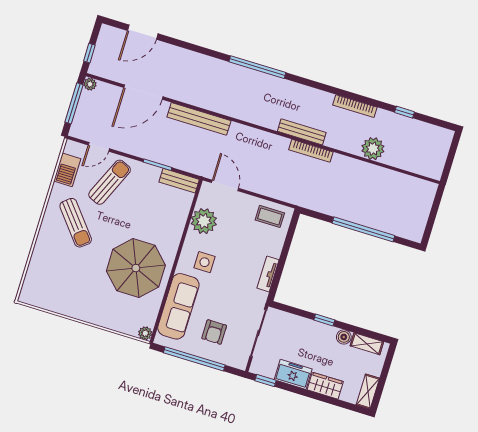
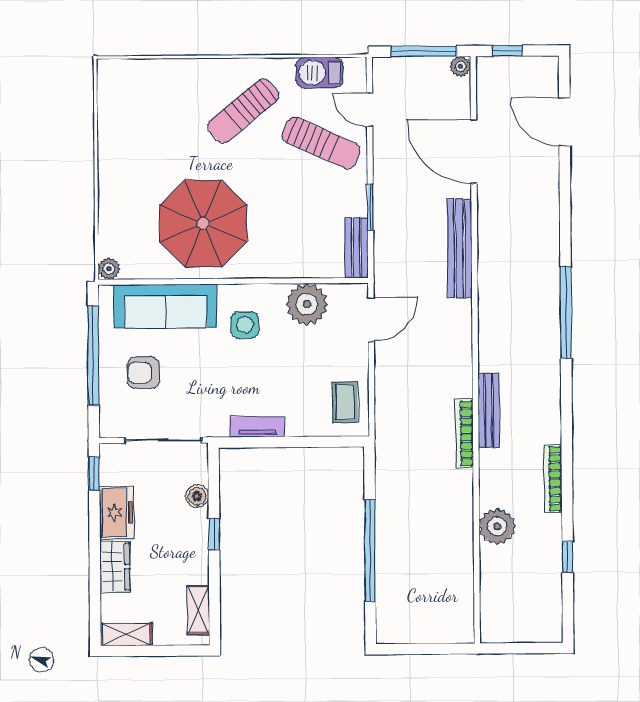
boiler: (344, 337) -> (197, 496), moved

